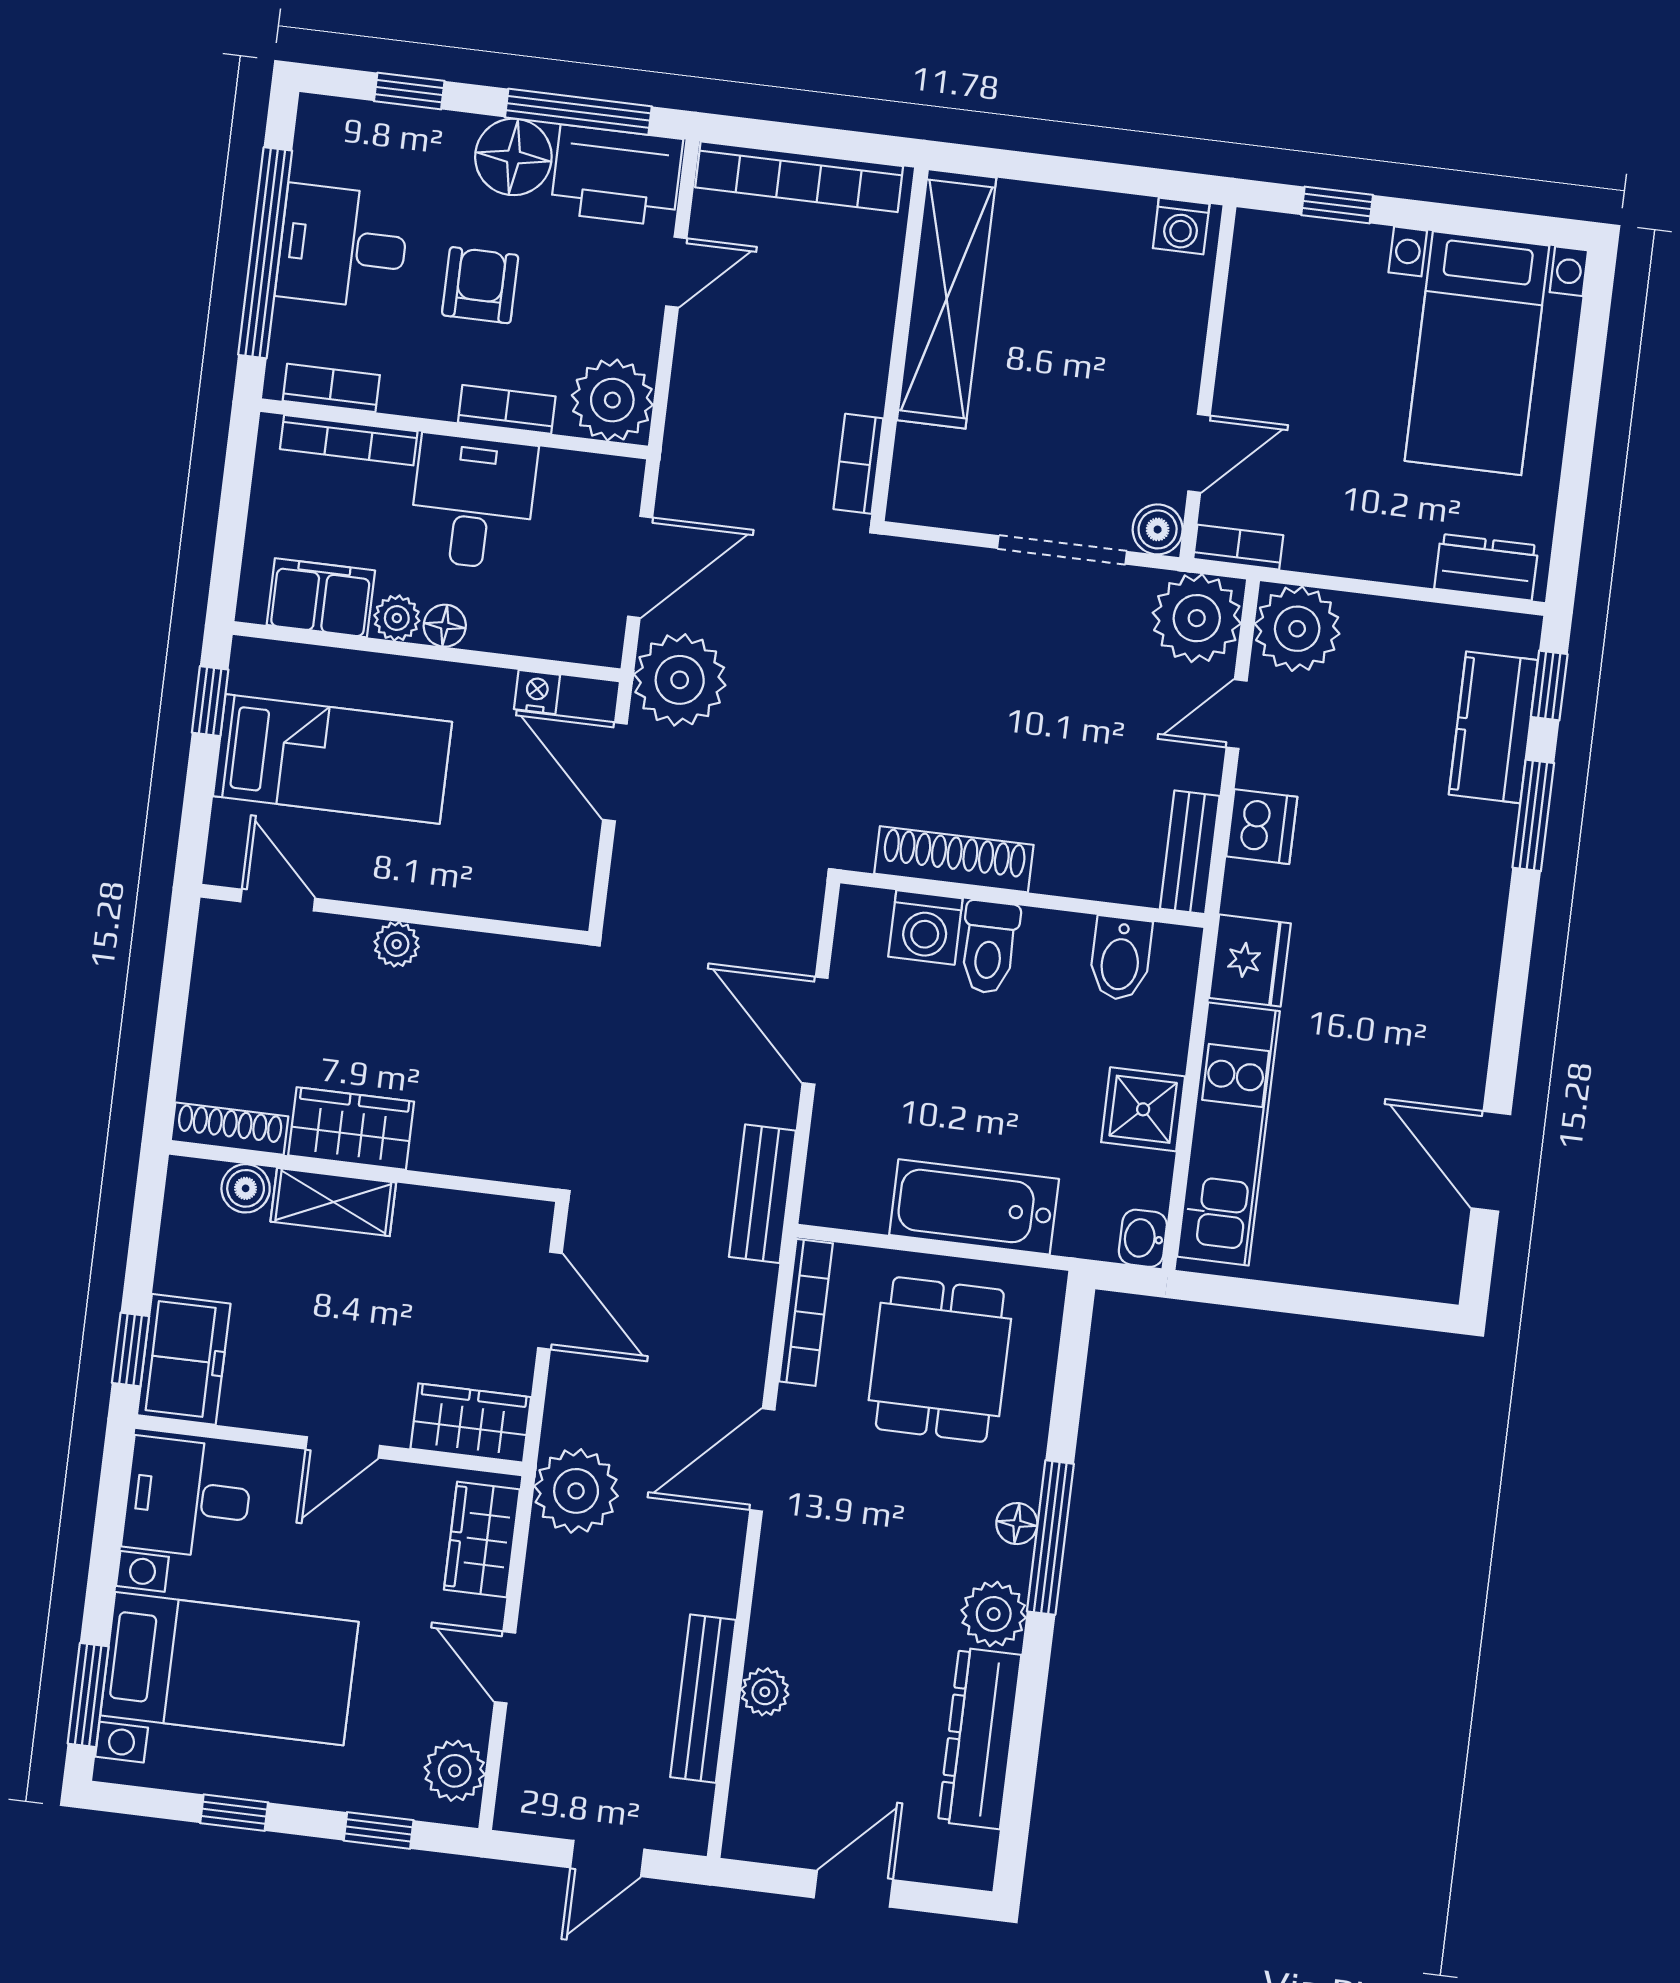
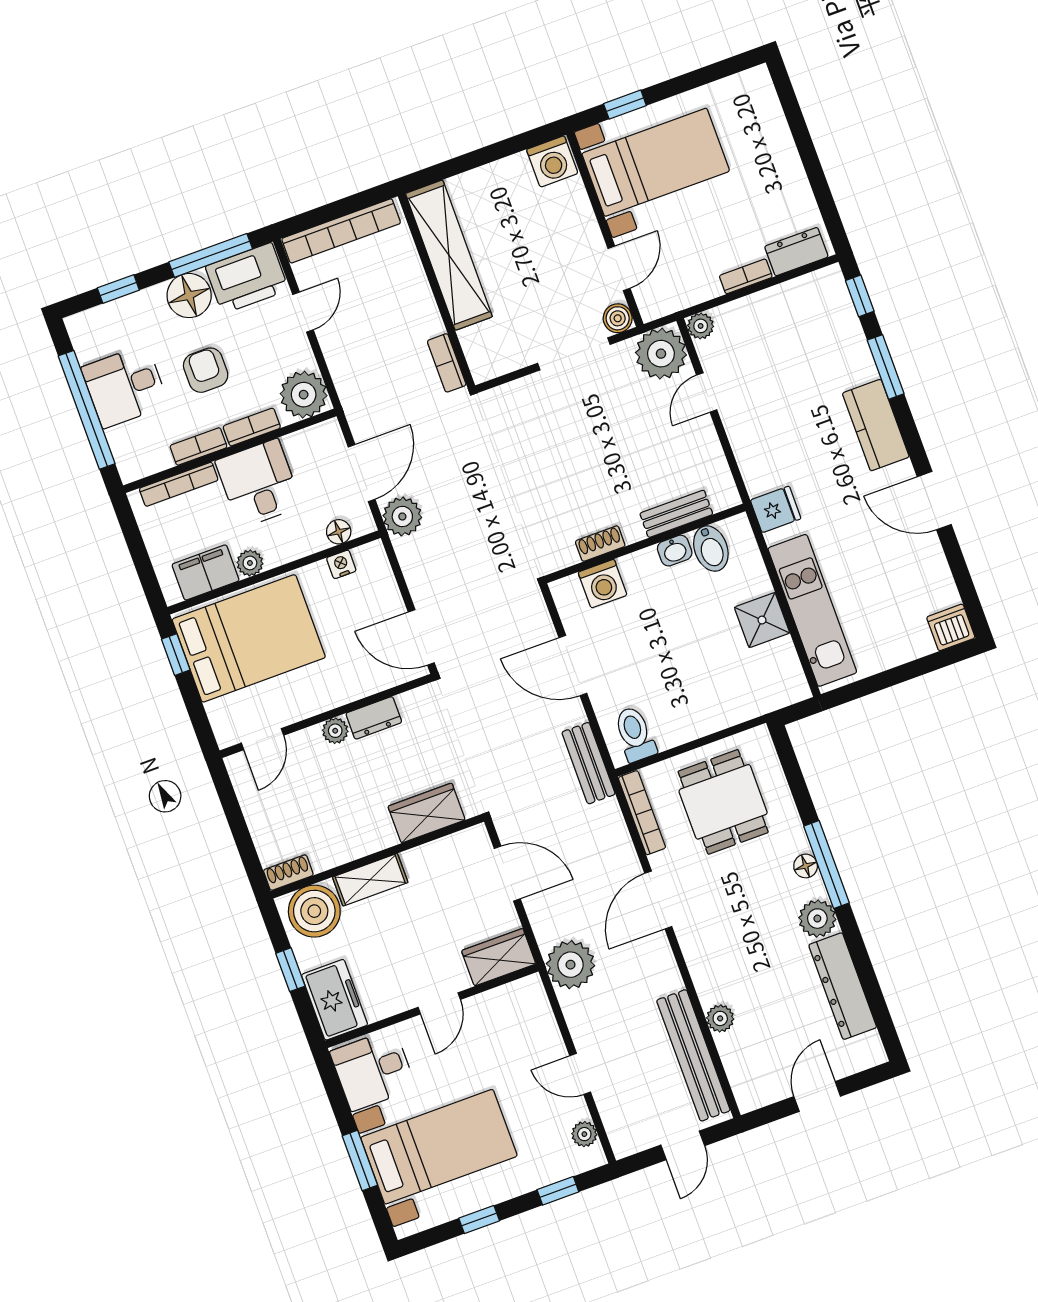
washing machine: (1181, 226) -> (552, 161), width x1.38, depth x1.38
bed with nightstands: (1477, 353) -> (656, 162), moved, turned -90
bookcase: (331, 388) -> (198, 446), moved
bookcase: (1238, 547) -> (746, 276), moved
floor lamp: (445, 626) -> (339, 532), moved
plant: (1297, 629) -> (701, 326), width x0.53, depth x0.53
plant: (680, 680) -> (402, 516), width x0.73, depth x0.73
kitchen counter: (1493, 727) -> (876, 425), moved
bed: (333, 759) -> (249, 638), width x1.50
door: (615, 772) -> (421, 637), moved
dishwasher: (1262, 827) -> (951, 627), moved, turned -90
bench: (1190, 852) -> (676, 514), moved, turned 90
shoe rack: (954, 859) -> (600, 544), width x0.51, depth x0.81
door: (278, 900) -> (263, 739), swing flipped
toilet: (989, 947) -> (635, 734), moved, turned 180
dresser: (466, 955) -> (374, 718), added
fridge: (1250, 961) -> (776, 509), width x0.72
wardrobe: (351, 1128) -> (427, 813), moved
shoe rack: (229, 1129) -> (288, 873), width x0.70
door: (1491, 1161) -> (934, 501), moved
boiler: (246, 1188) -> (314, 911), width x1.86, depth x1.86
bathtub: (974, 1207) -> (701, 714), removed
washbasin: (1143, 1238) -> (675, 551), moved, turned -90
window: (131, 1350) -> (290, 970), moved
wardrobe: (482, 1539) -> (535, 1014), removed
window: (88, 1695) -> (360, 1160), moved
bench: (703, 1699) -> (693, 1055), width x1.37, depth x1.21
plant: (455, 1771) -> (584, 1134), width x0.73, depth x0.73

